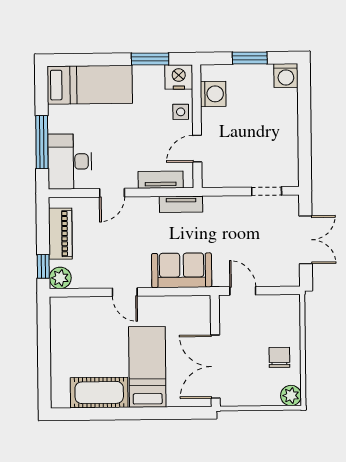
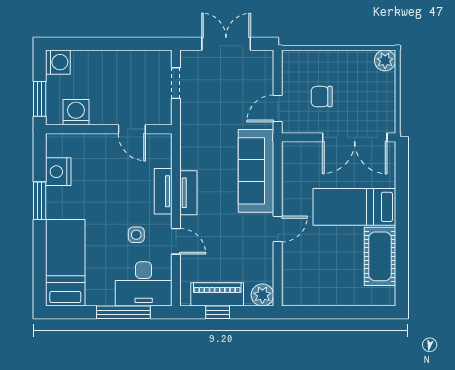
washing machine: (213, 94) -> (76, 112), moved
side table: (181, 112) -> (136, 235), moved
wall: (197, 126) -> (109, 129), moved
door: (197, 149) -> (132, 129), moved
tv unit: (181, 204) -> (188, 193), moved
window: (43, 266) -> (218, 312), moved
sofa: (182, 270) -> (256, 171), width x1.36
chair: (279, 357) -> (322, 97), moved

